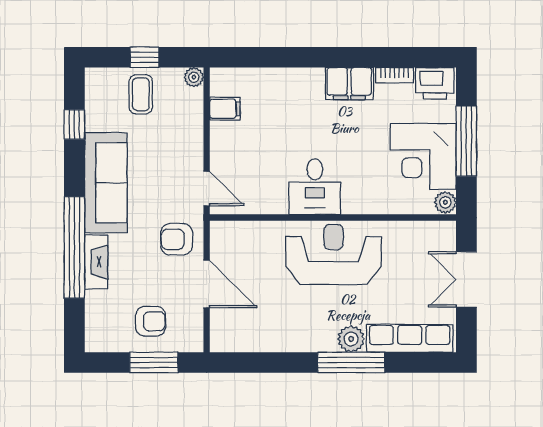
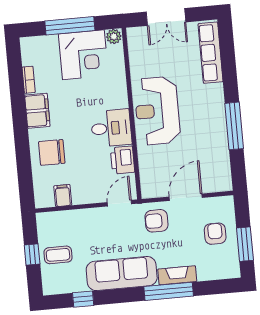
plant: (194, 77) -> (43, 219), removed
printer: (435, 83) -> (122, 160), moved, turned 180
chair: (288, 99) -> (52, 152), added
armchair: (177, 239) -> (156, 221), turned 90
window: (74, 247) -> (169, 291), width x0.68
plant: (351, 339) -> (215, 93), removed
window: (154, 362) -> (245, 244), moved
window: (351, 362) -> (234, 126), moved

